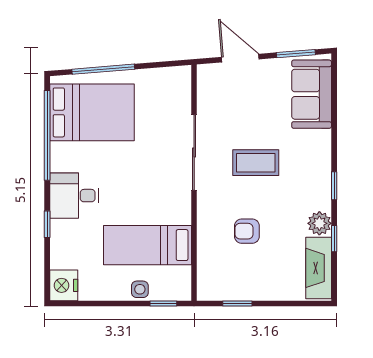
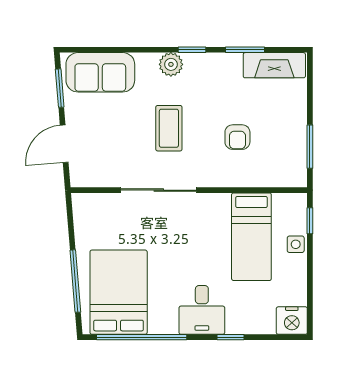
plant: (319, 223) -> (171, 64), moved
window: (334, 239) -> (245, 50), width x1.50
window: (237, 304) -> (310, 147), width x1.50

